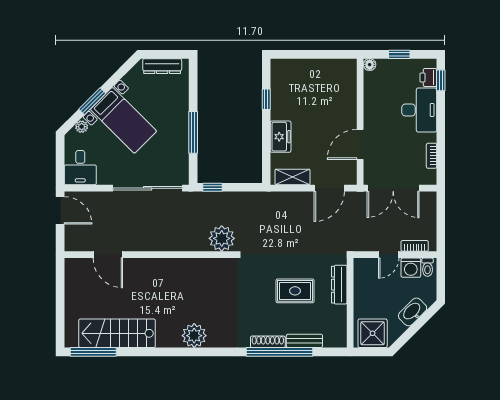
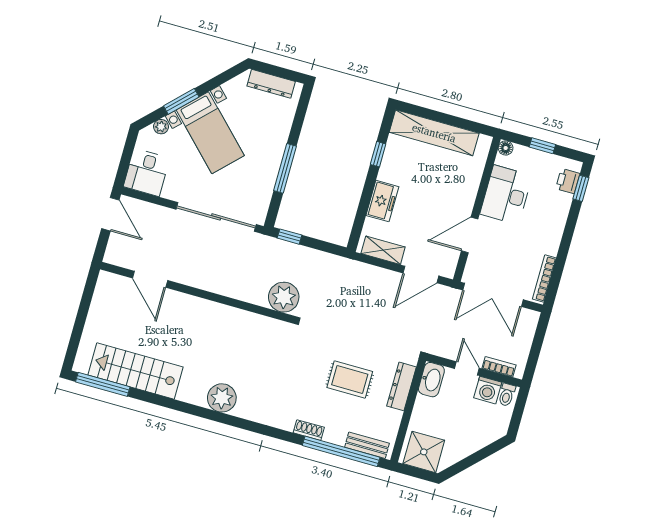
shelving: (307, 69) -> (434, 133), added
desk: (419, 110) -> (506, 195), moved, turned 180
bookcase: (432, 156) -> (544, 278), width x1.56
door: (389, 255) -> (467, 368), swing flipped
washbasin: (413, 312) -> (431, 380), moved, turned 135
bench: (304, 341) -> (367, 445), moved
shoe rack: (268, 342) -> (309, 430), width x0.70
window: (279, 352) -> (341, 451), moved

